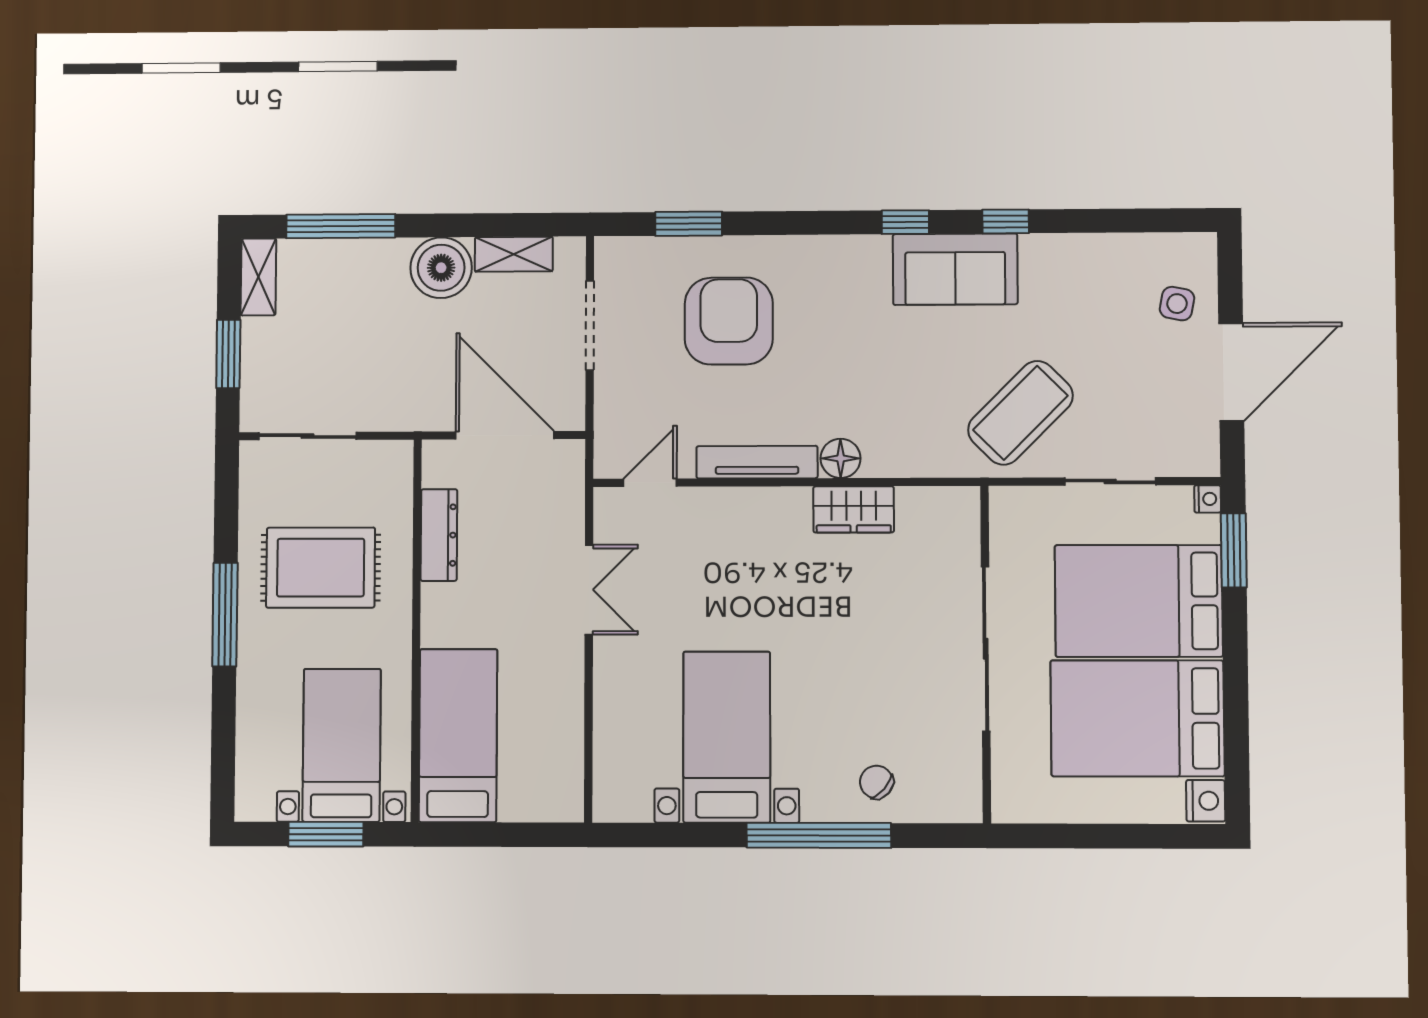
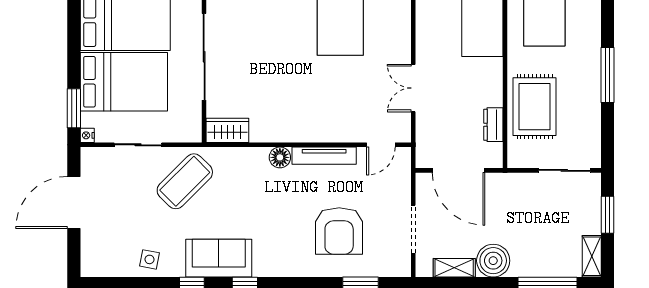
side table: (1177, 304) -> (150, 259), moved
wardrobe: (854, 509) -> (227, 130), moved
dresser: (439, 535) -> (493, 125), width x0.70
rug: (321, 568) -> (535, 107), moved, turned 90

